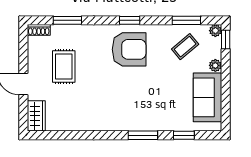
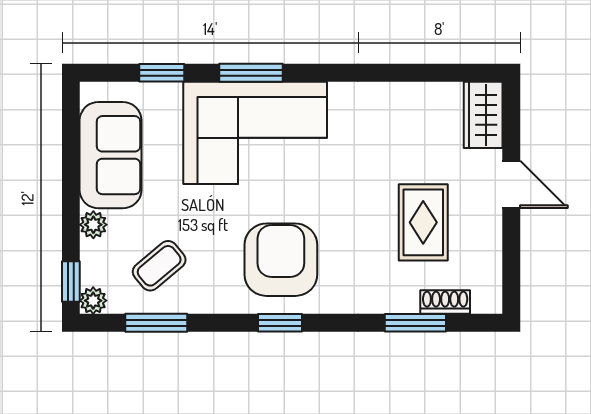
shoe rack: (39, 30) -> (445, 302), moved
armchair: (129, 49) -> (281, 260), turned 90
corner sofa: (141, 108) -> (255, 133), added

